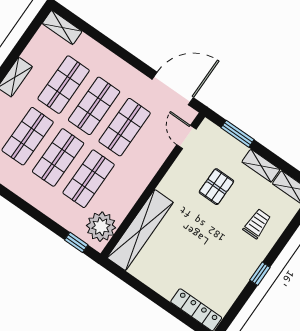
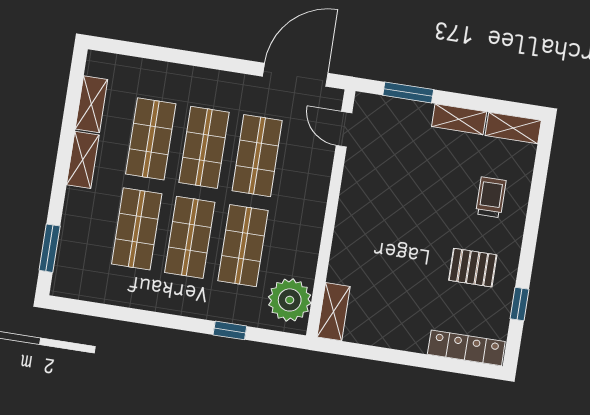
shelving: (62, 27) -> (91, 104), moved, turned 90
pallet: (216, 187) -> (473, 268), moved, turned 90
shelving: (140, 230) -> (334, 312), width x0.45, depth x0.75
window: (76, 242) -> (230, 330), moved
window: (260, 274) -> (520, 304), moved

